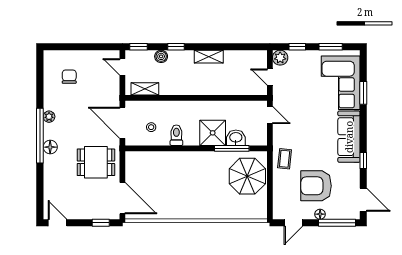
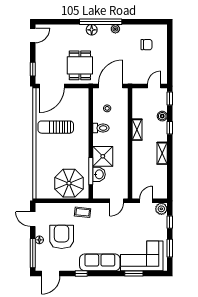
shelving: (145, 89) -> (137, 130), moved
sun lounger: (175, 193) -> (56, 127), added

